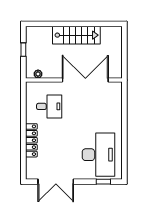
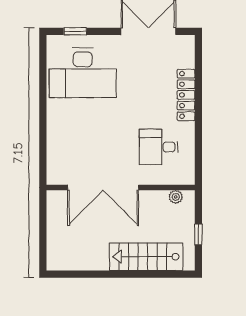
stairs: (76, 35) -> (146, 257), moved
desk: (99, 155) -> (83, 73), turned -90

